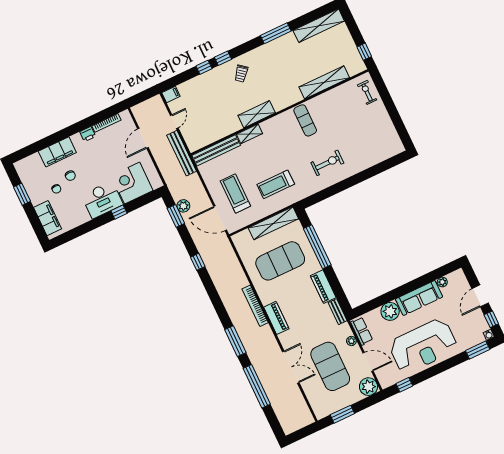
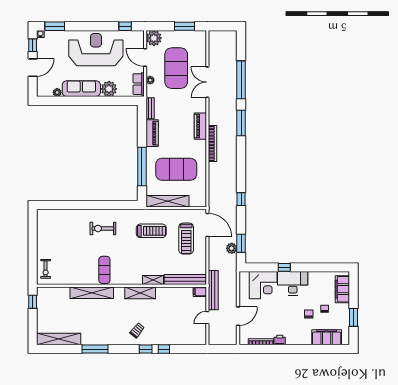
shelving: (324, 82) -> (92, 293), moved
filing cabinet: (171, 94) -> (200, 292), moved
filing cabinet: (57, 152) -> (327, 337), moved

